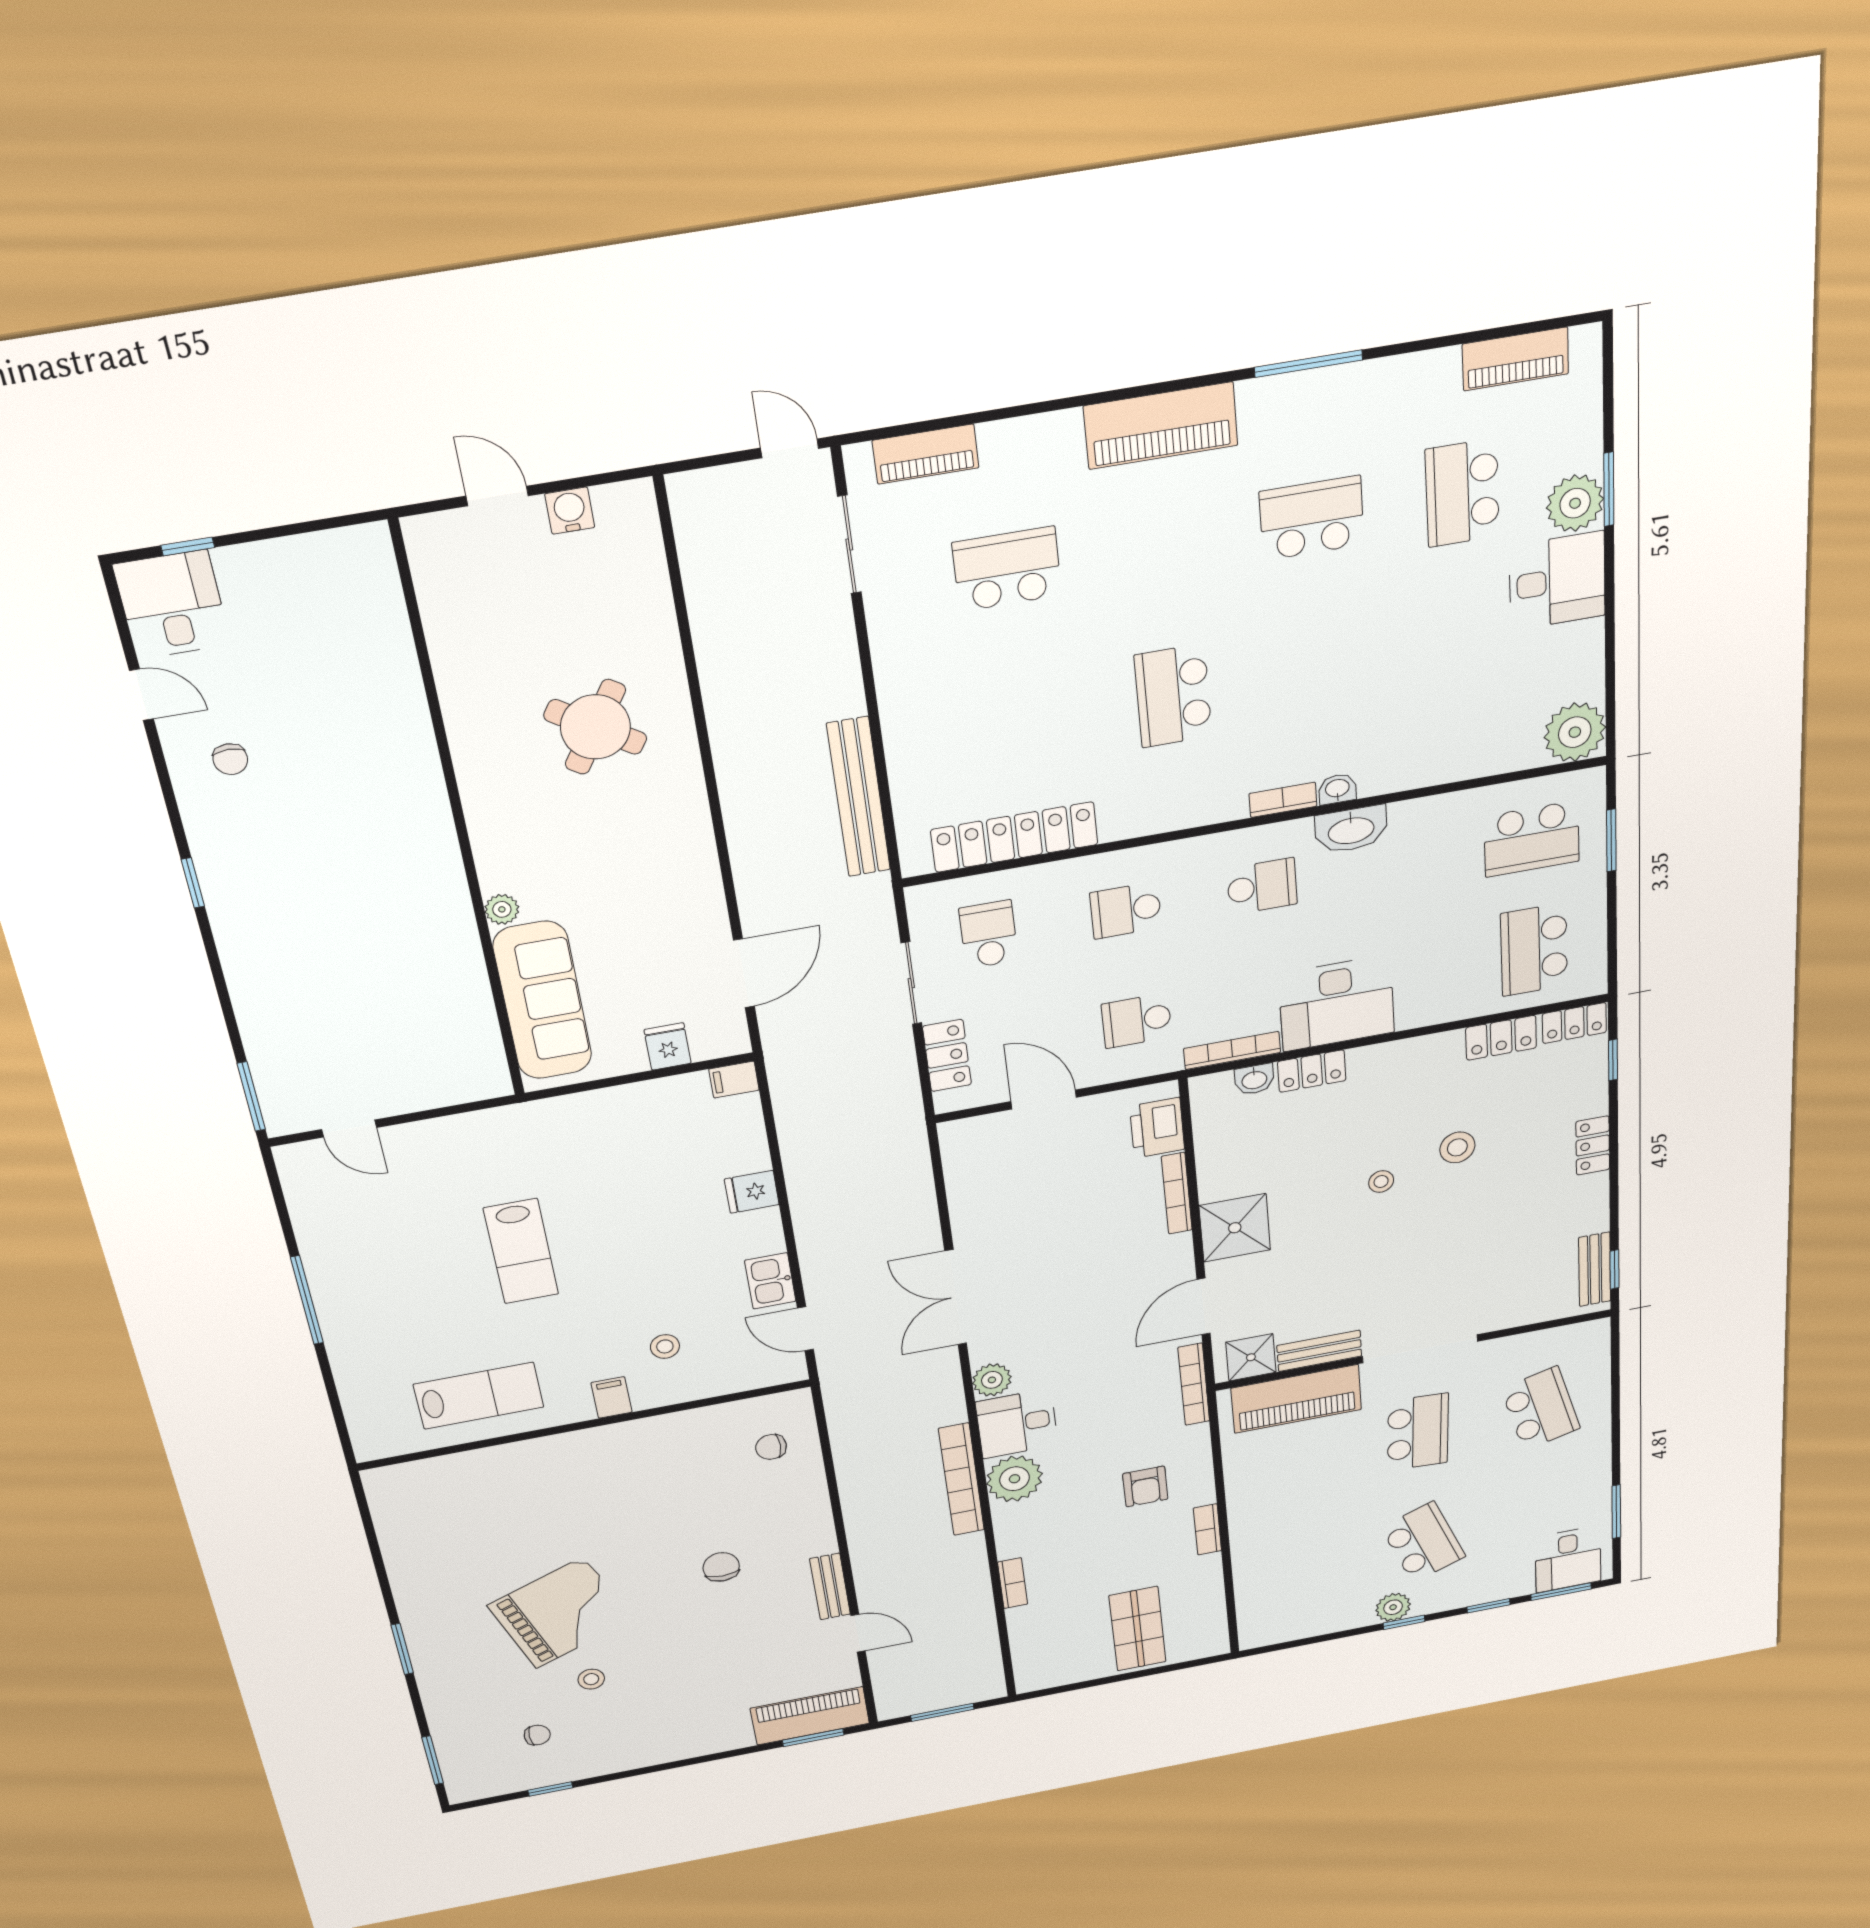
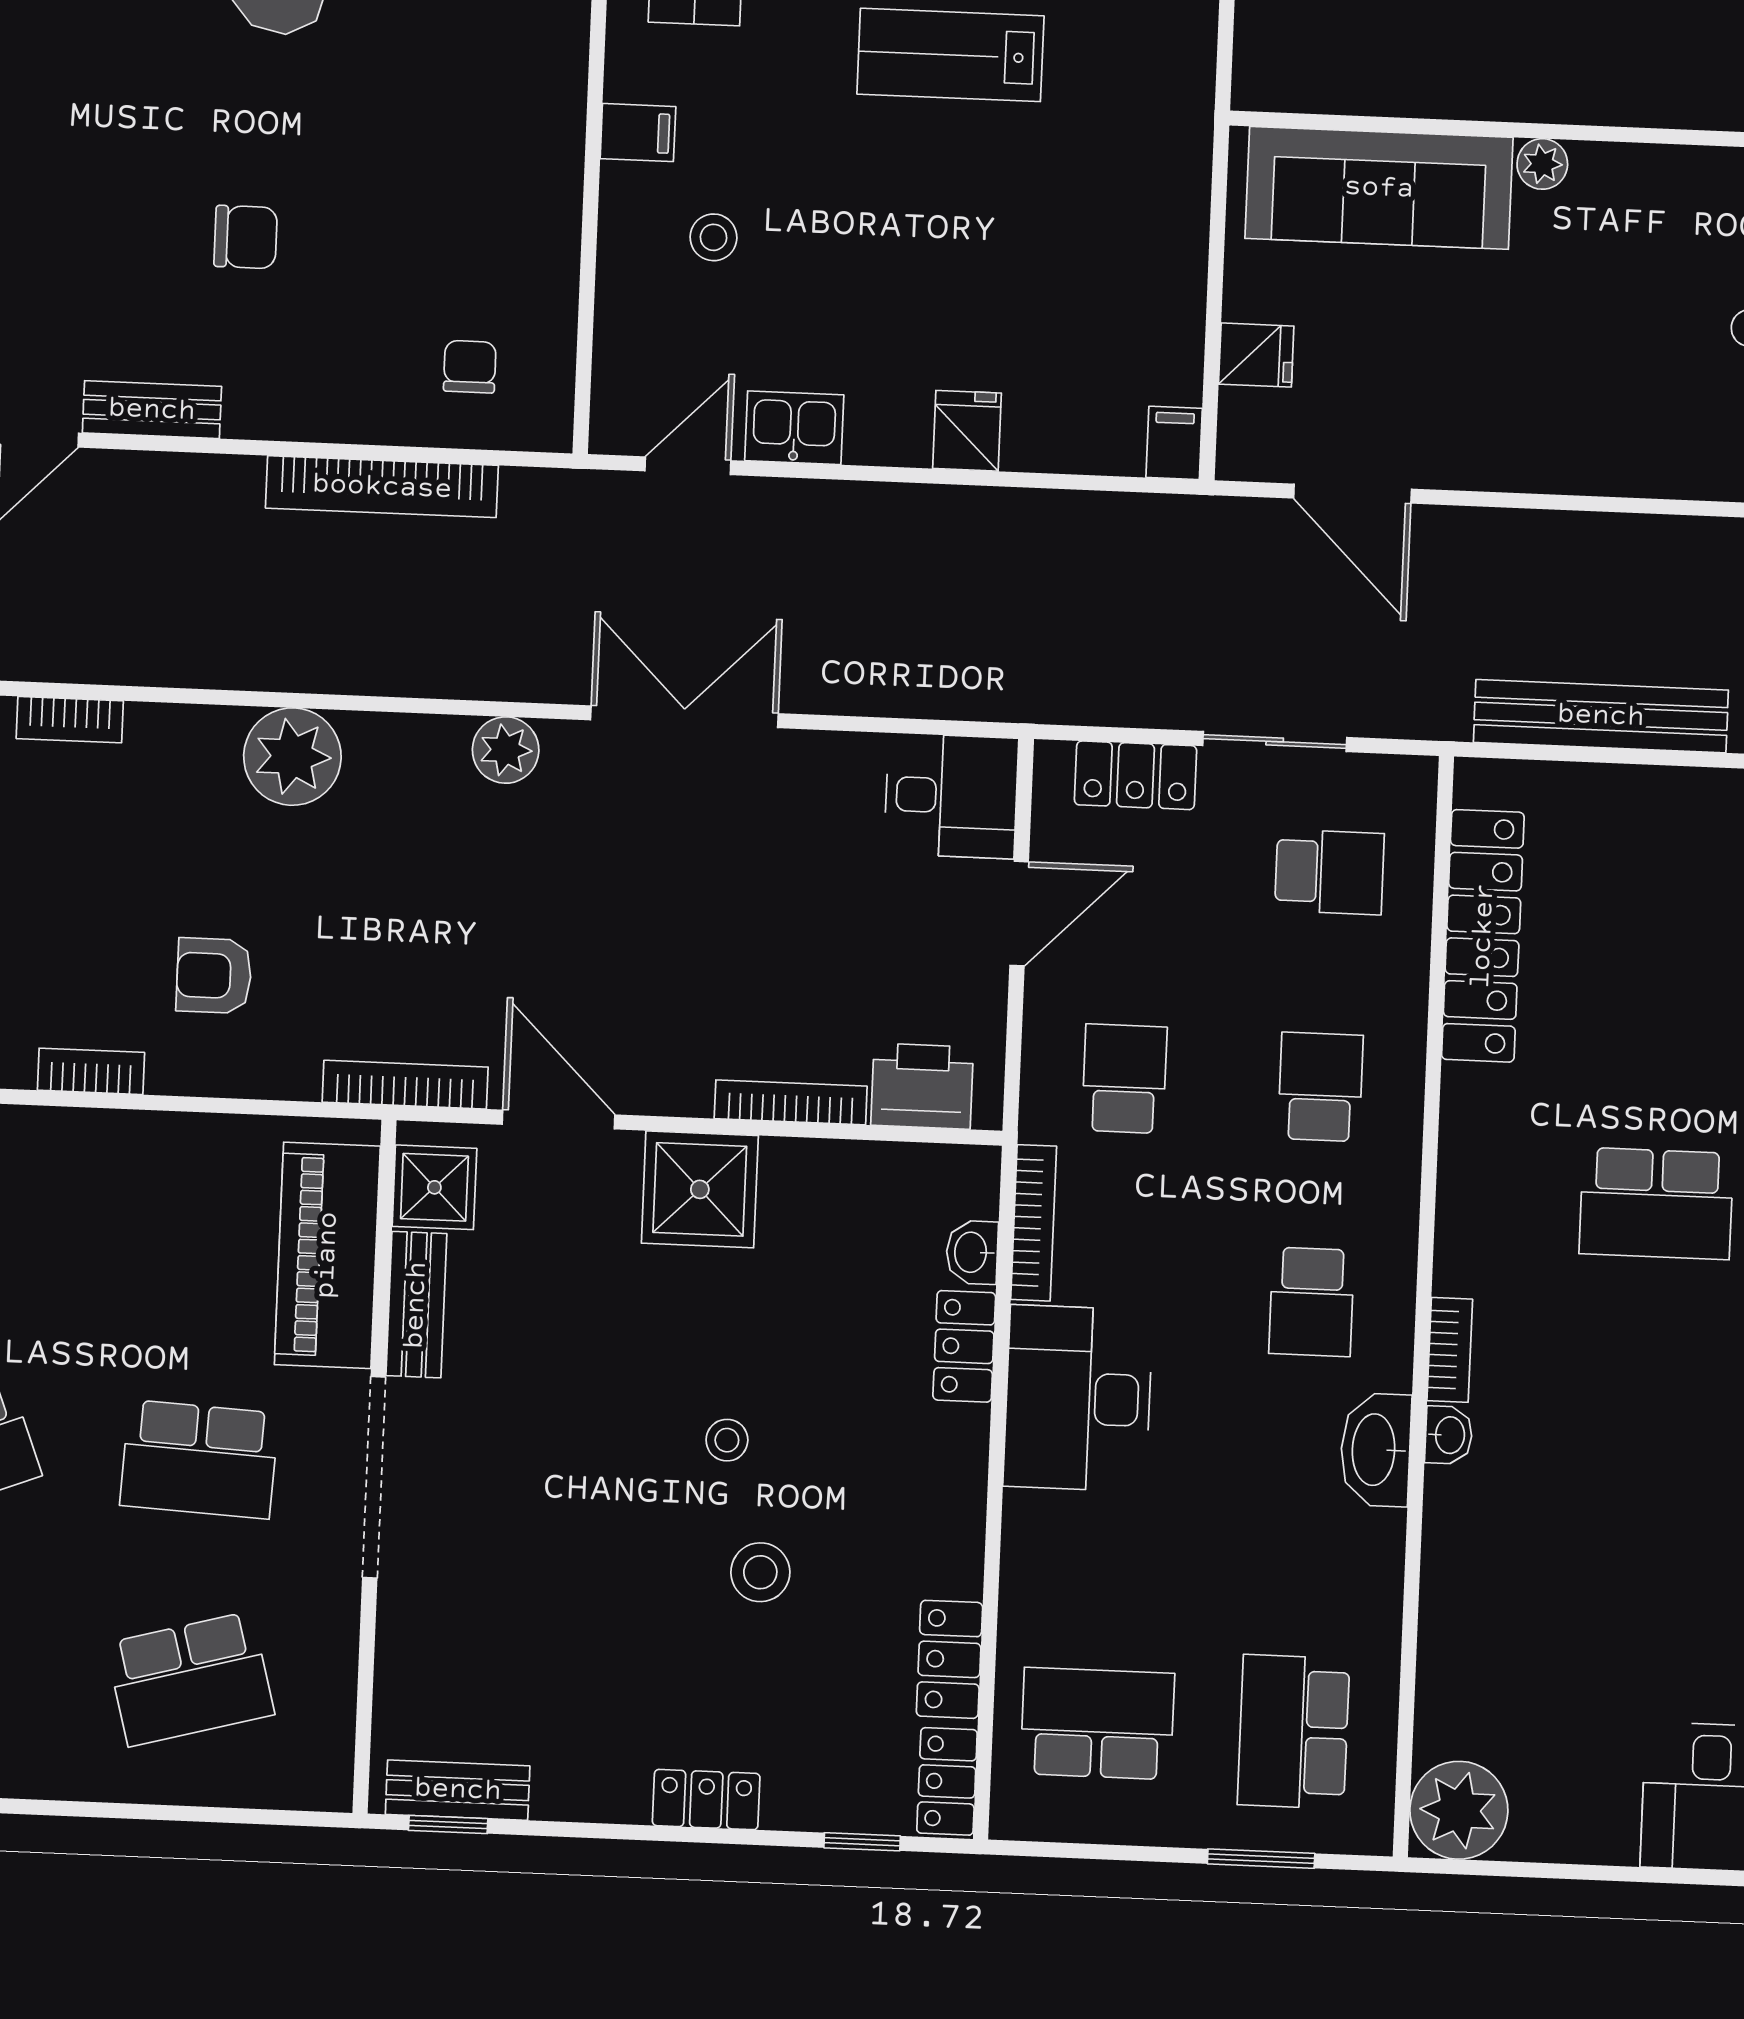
school desk: (1173, 696) -> (1656, 1204), turned 180
desk: (1017, 1424) -> (951, 796), moved, turned 90
bookcase: (961, 1479) -> (382, 487), moved, turned 180

